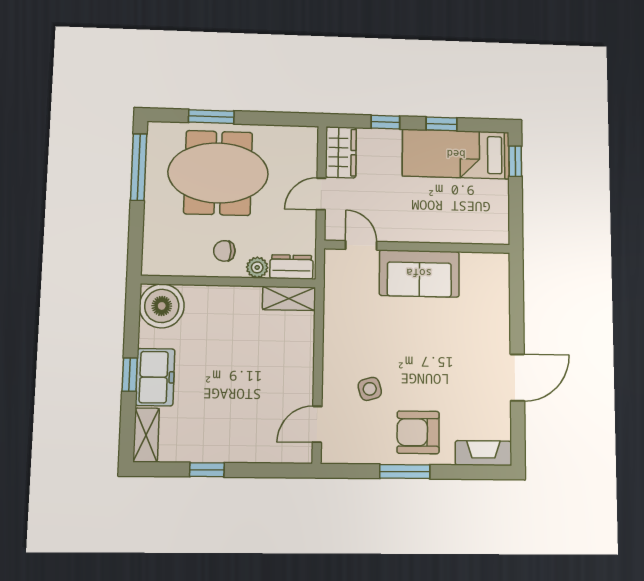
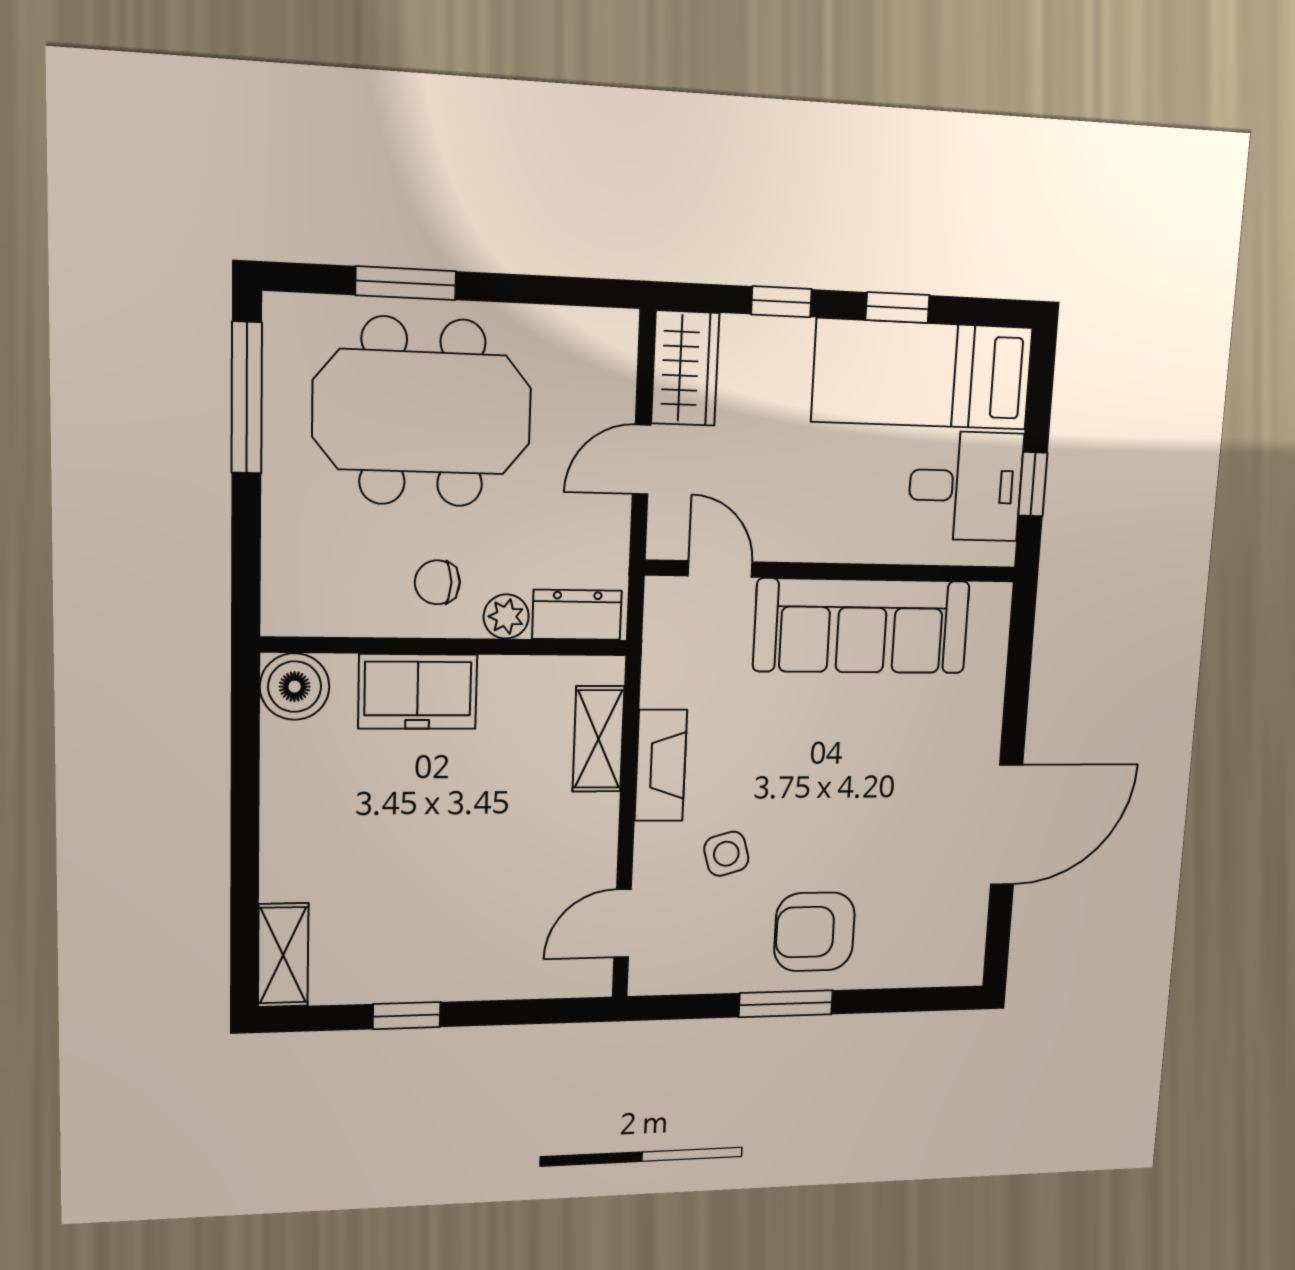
window: (515, 161) -> (1033, 484), moved
desk: (481, 206) -> (966, 486), added
sofa: (419, 273) -> (862, 626), width x1.36
shelving: (289, 298) -> (598, 739), moved, turned 90
boiler: (162, 306) -> (295, 687), width x0.73, depth x0.73
window: (130, 375) -> (245, 839), removed
freezer: (155, 377) -> (418, 692), moved, turned 90
door: (517, 378) -> (1007, 825), width x1.36
fireplace: (483, 453) -> (661, 765), moved, turned 90

